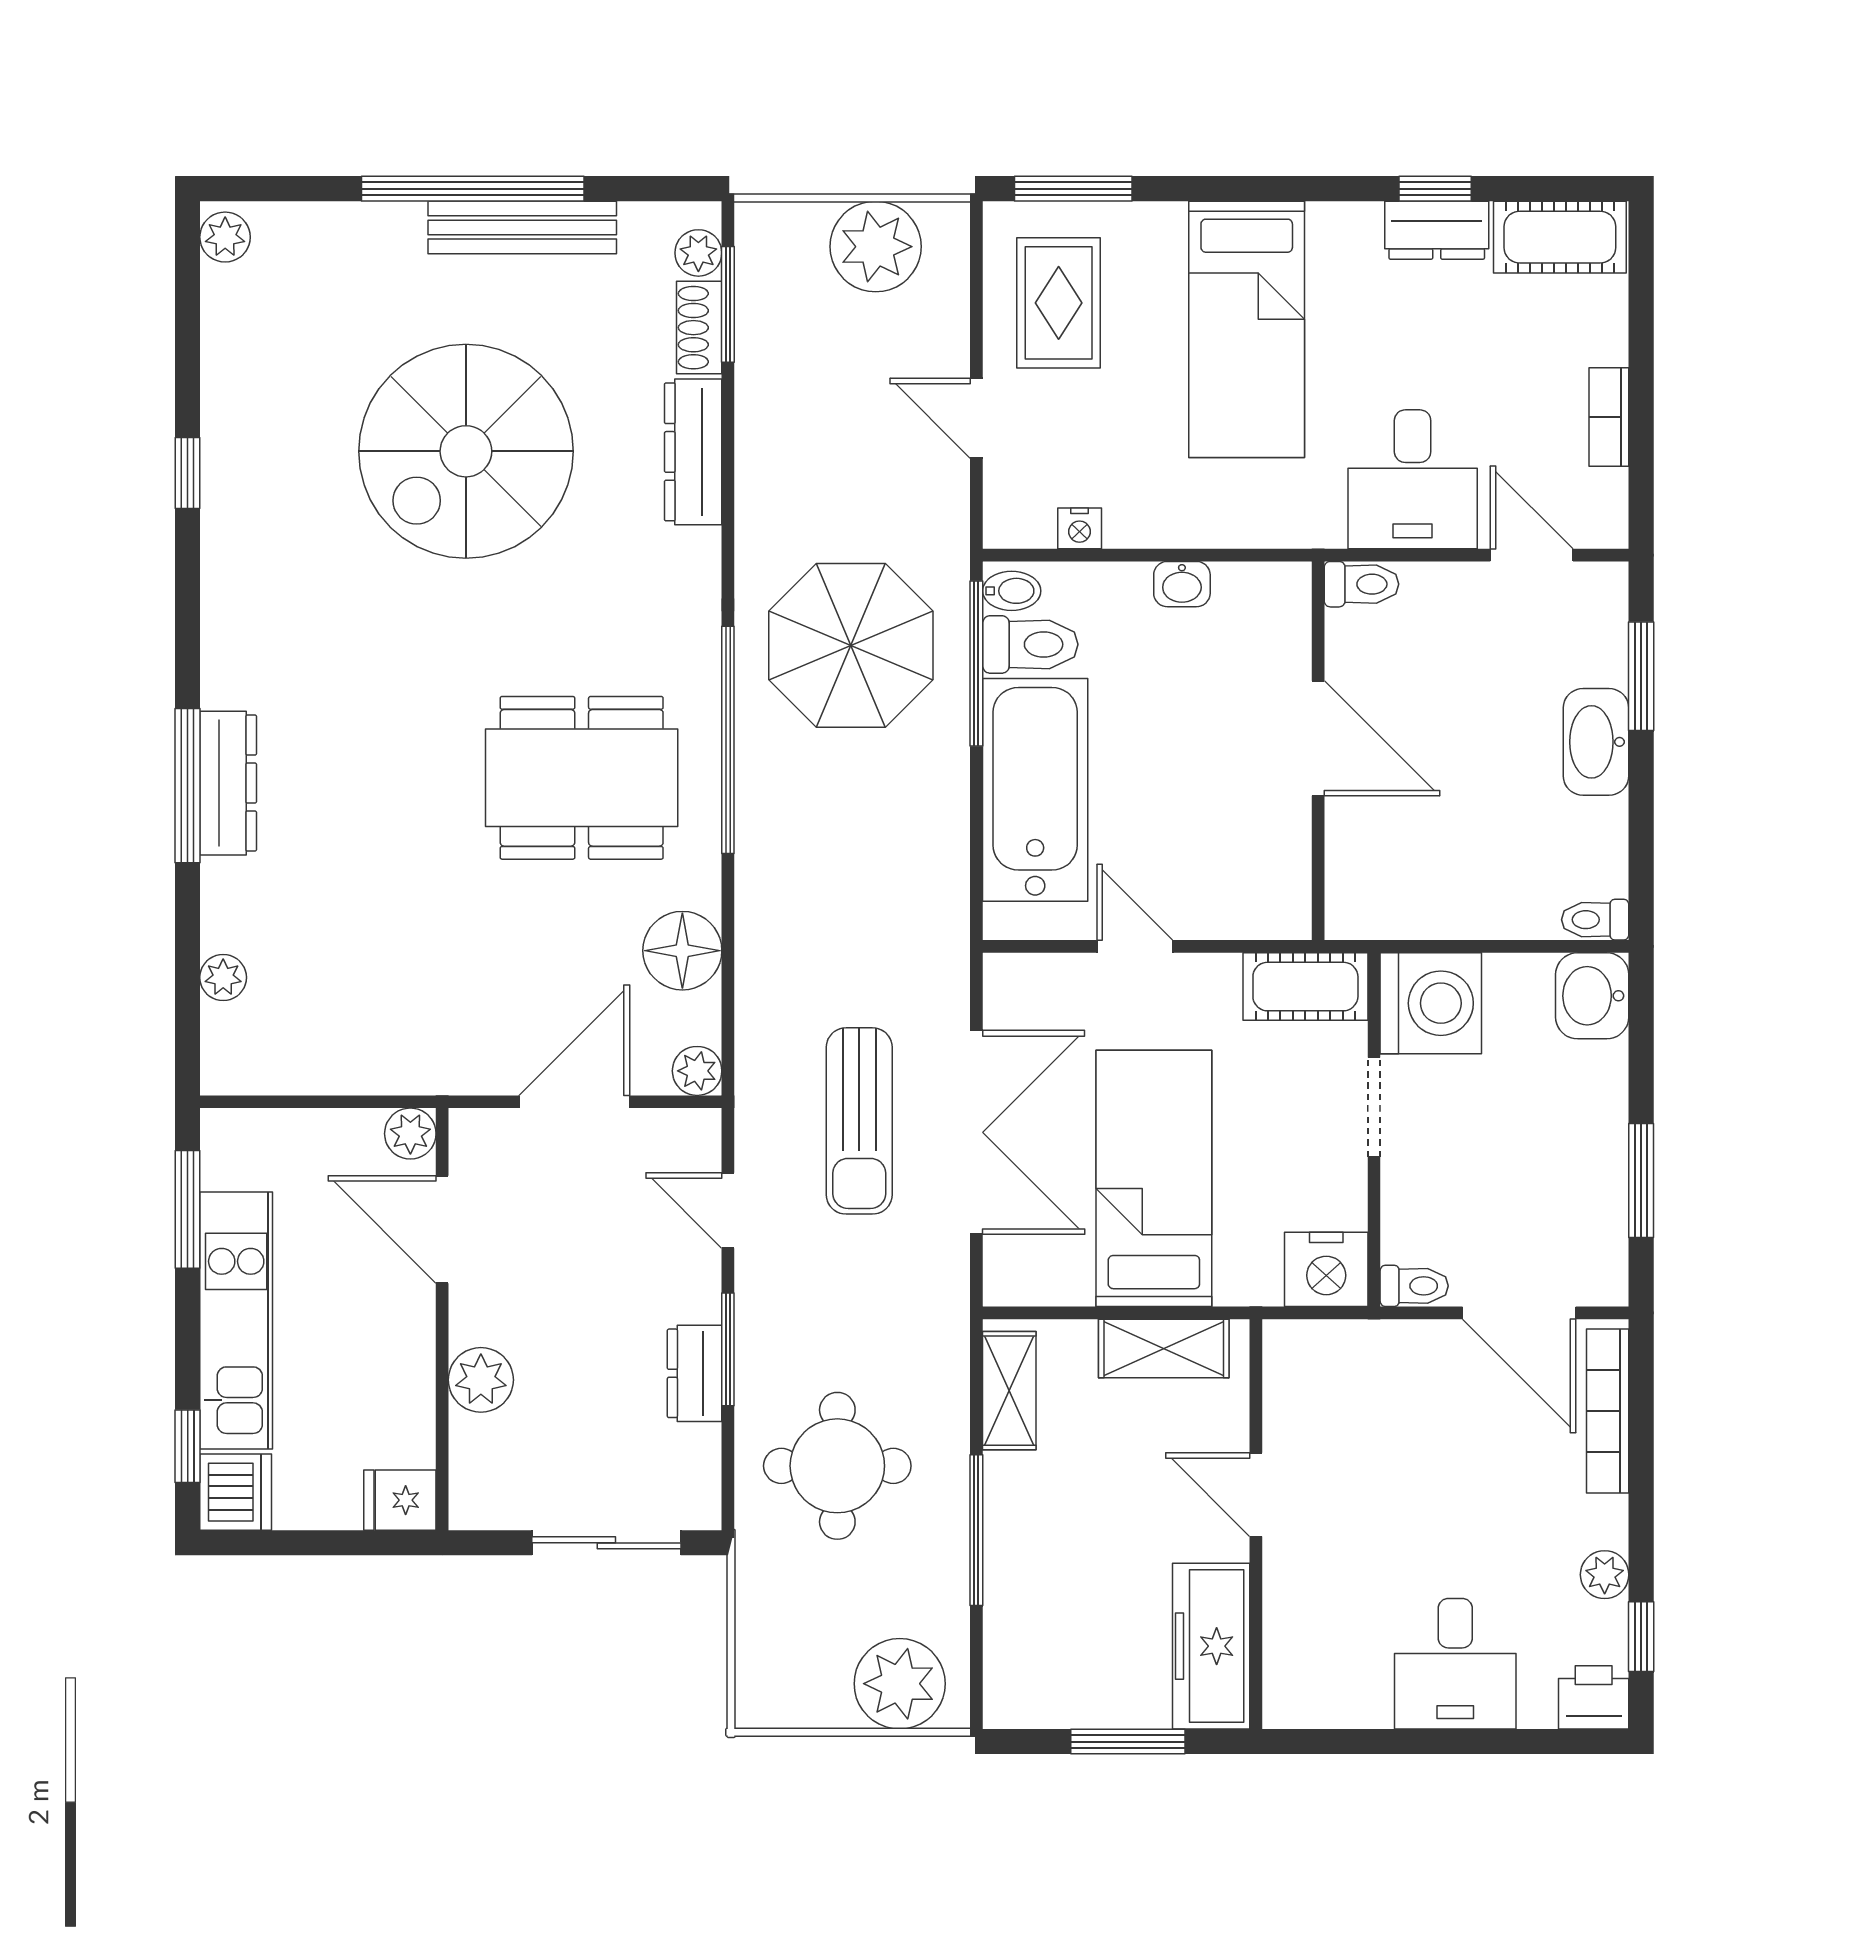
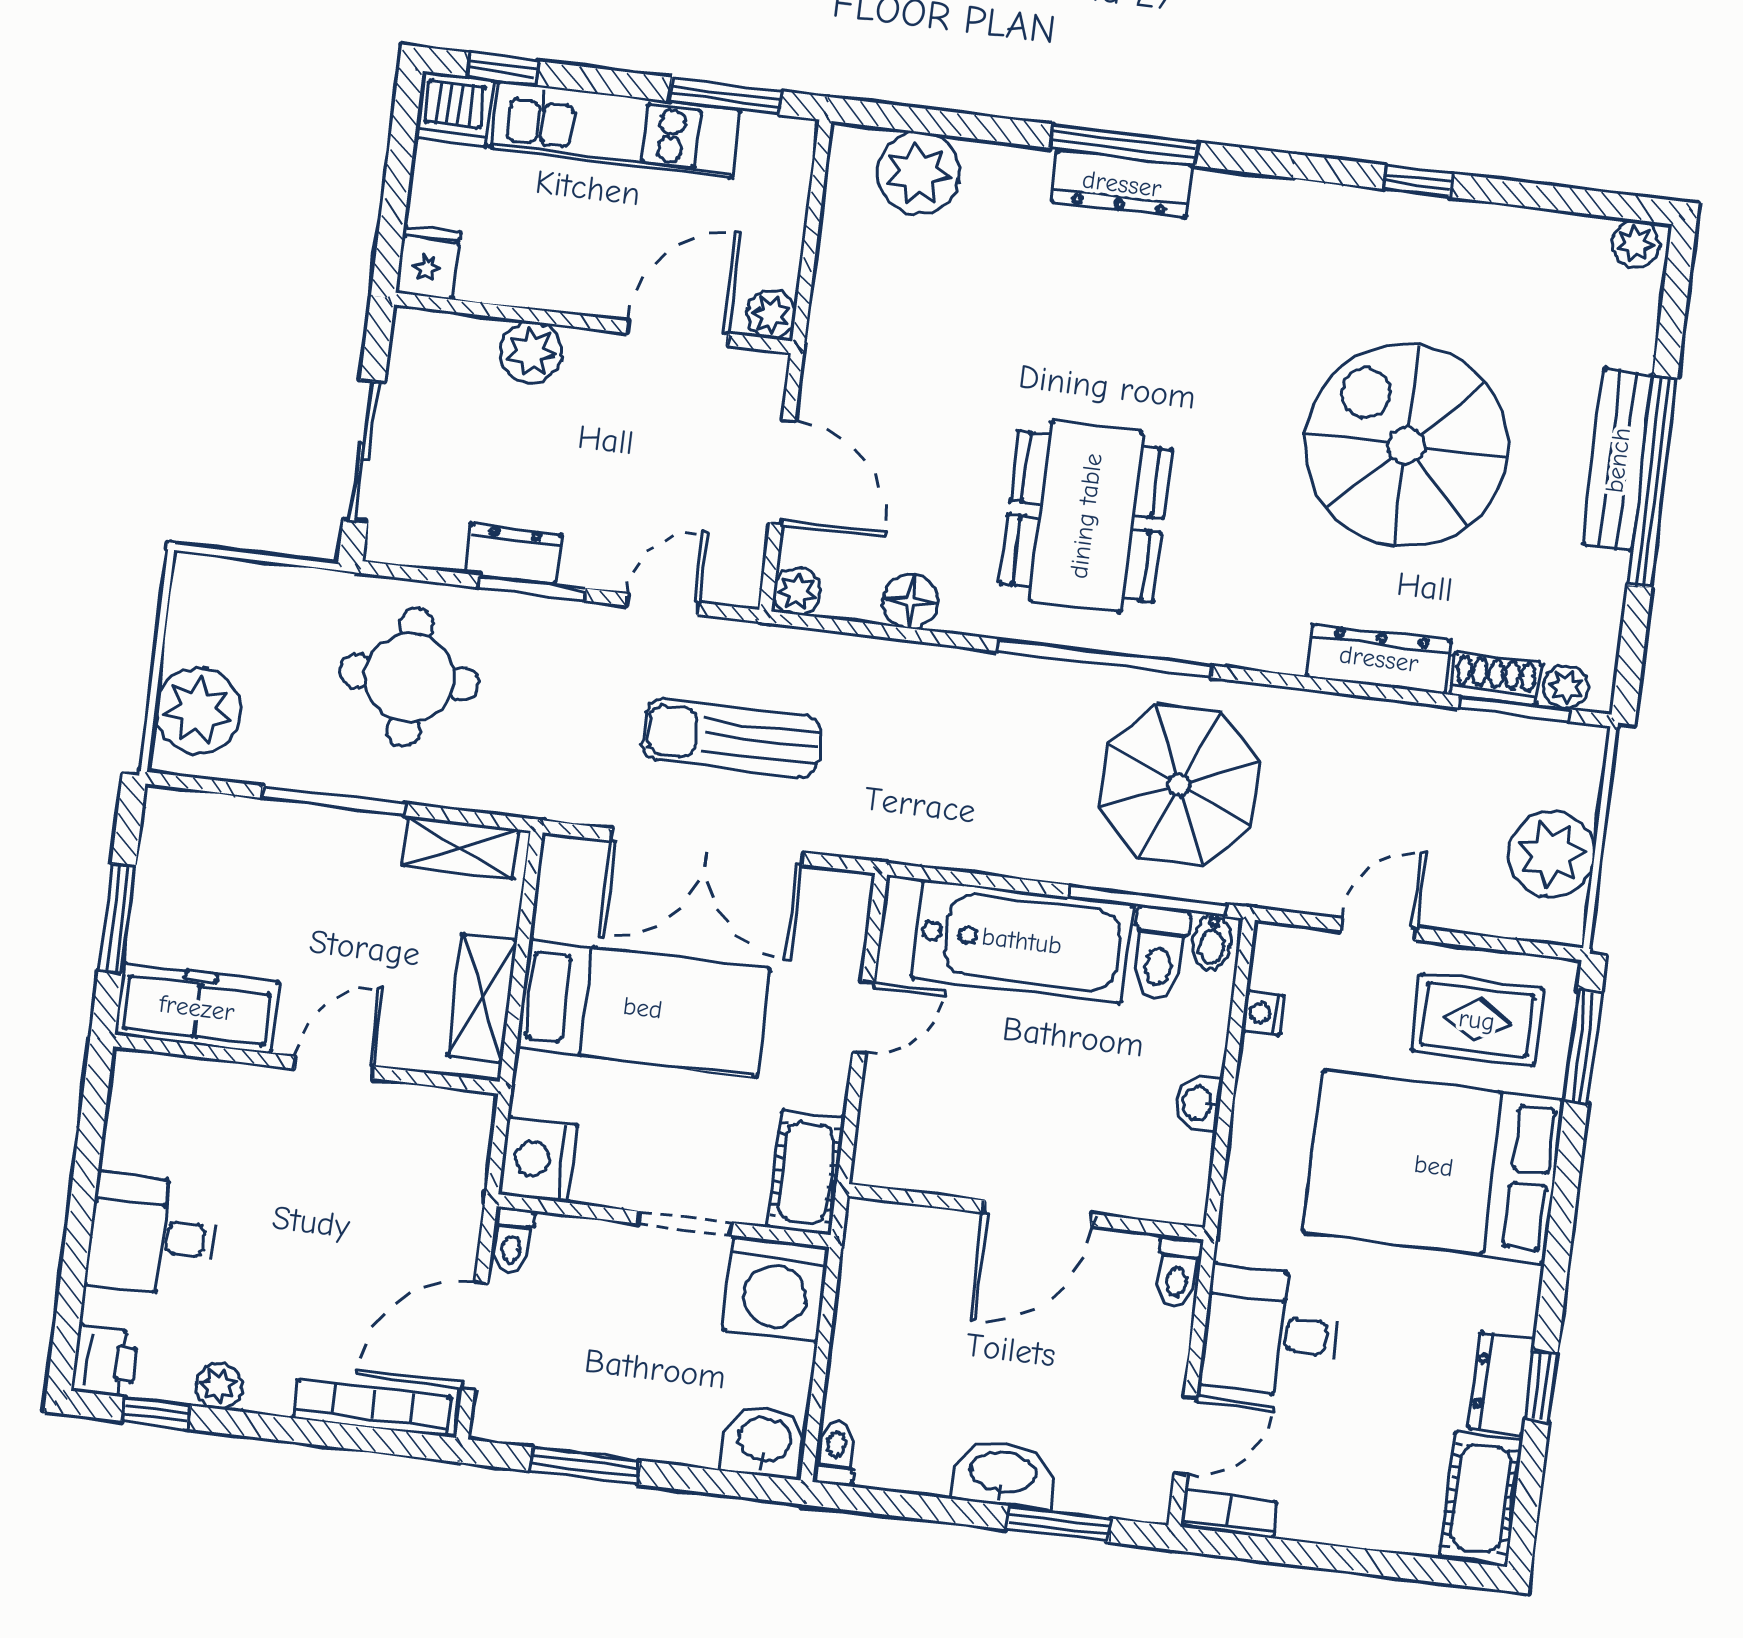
bench: (522, 227) -> (1618, 460), moved
bed: (1247, 329) -> (1434, 1166), width x1.50
bookcase: (1609, 417) -> (1229, 1514), moved
floor lamp: (682, 951) -> (911, 601), width x0.73, depth x0.73
plant: (223, 977) -> (918, 173), width x1.87, depth x1.87

